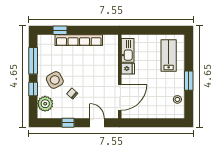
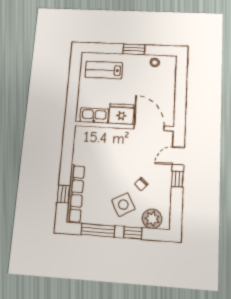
row of seats: (79, 40) -> (75, 194), moved
fridge: (128, 69) -> (121, 114), width x1.88, depth x1.34
window: (68, 123) -> (177, 179), moved

